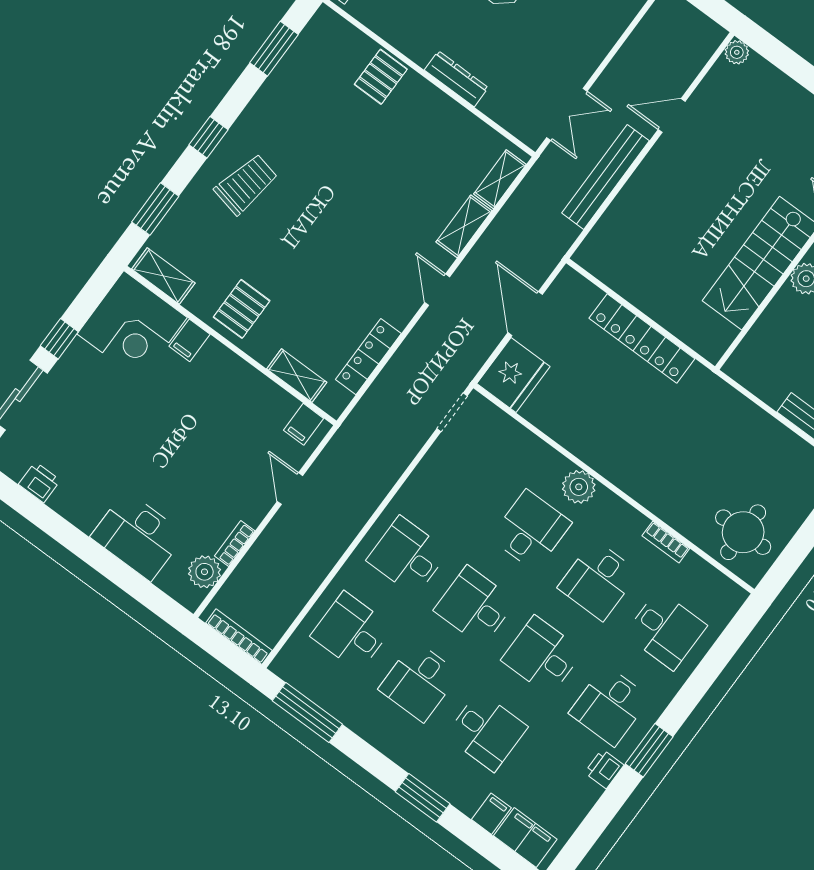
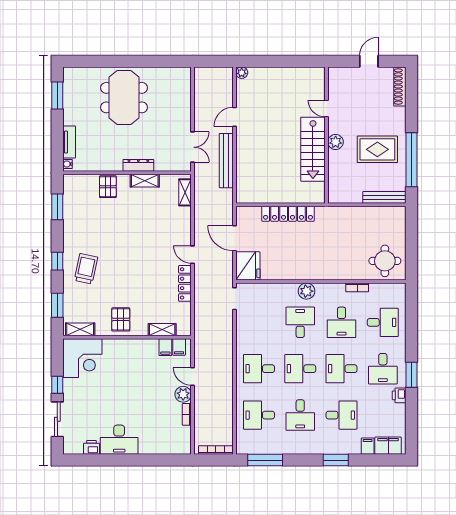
shelving: (464, 226) -> (145, 181), moved, turned 90
filing cabinet: (189, 340) -> (165, 347), moved
locker: (368, 357) -> (185, 283), moved
desk: (138, 536) -> (119, 440), moved
plant: (205, 572) -> (183, 394), moved

